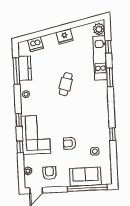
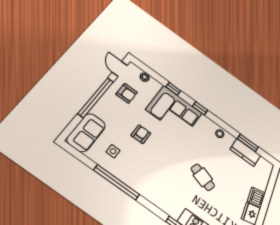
dishwasher: (36, 44) -> (256, 197), moved
window: (16, 71) -> (248, 143), width x0.69
window: (112, 134) -> (116, 182), width x3.17
sofa: (85, 177) -> (86, 133), moved
window: (87, 188) -> (96, 98), moved

